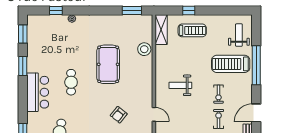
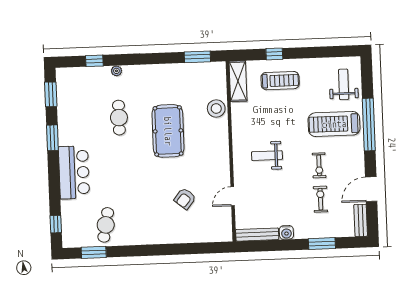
cafe table: (71, 82) -> (119, 118), moved
door: (154, 114) -> (233, 196), swing flipped

